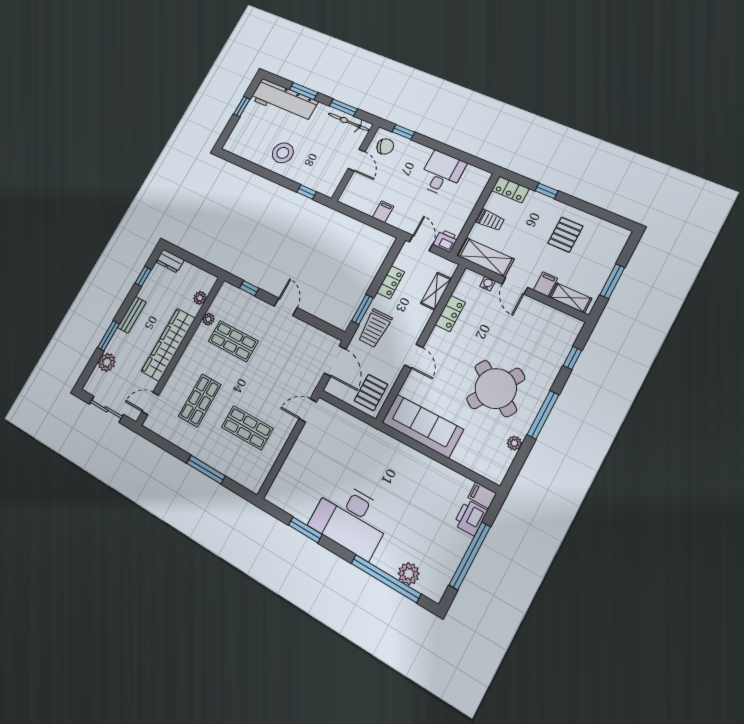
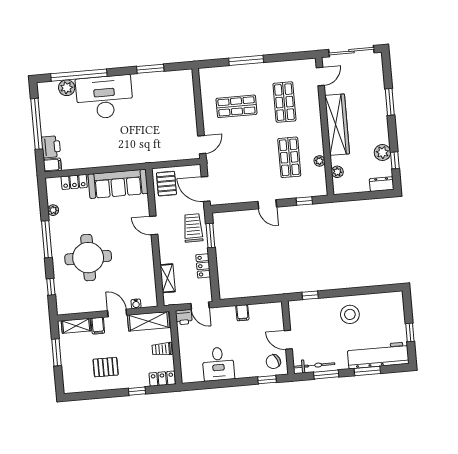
pallet: (565, 235) -> (106, 367), turned 90
locker: (450, 314) -> (74, 182), moved, turned -90
bench: (132, 315) -> (383, 128), removed
shop shelf: (233, 341) -> (289, 157), turned 90
plant: (107, 362) -> (382, 153), moved
round table: (496, 388) -> (88, 258), moved, turned -32
sliding door: (106, 409) -> (351, 51), width x1.37
desk: (351, 519) -> (104, 97), moved

